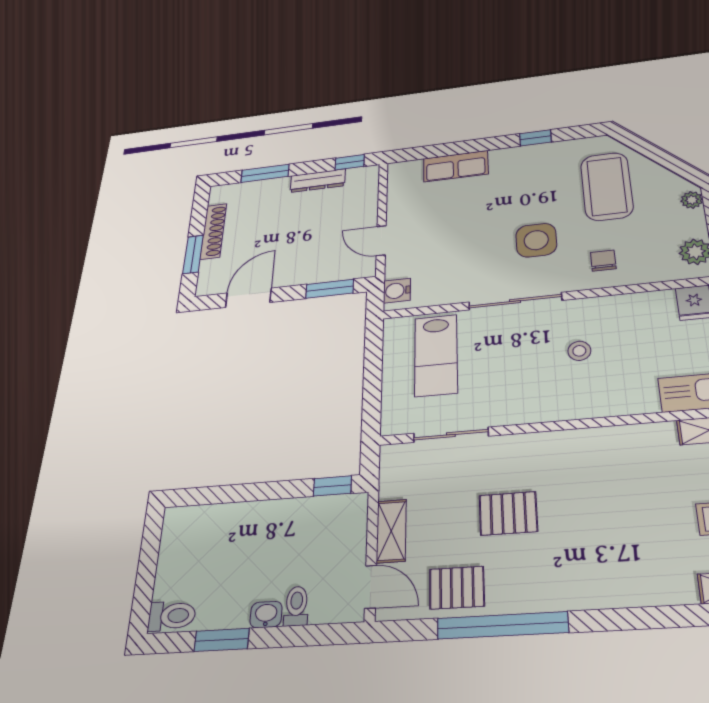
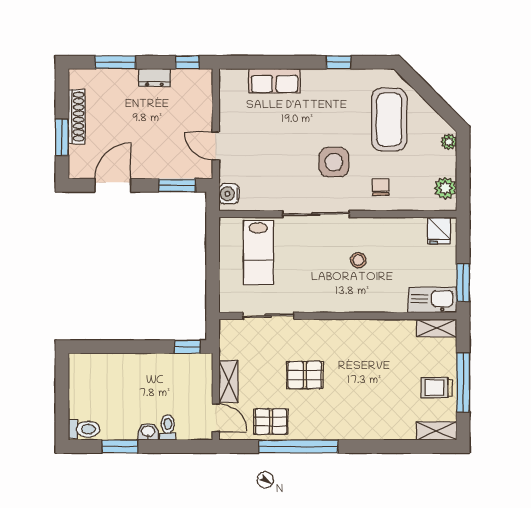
dresser: (318, 181) -> (154, 78), width x0.70

